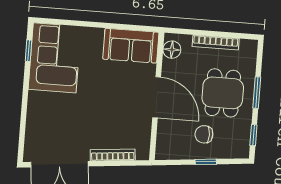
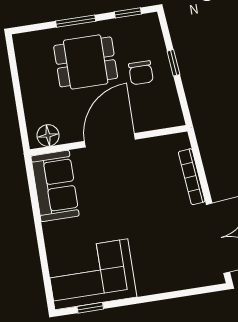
bookcase: (216, 42) -> (27, 85), removed

